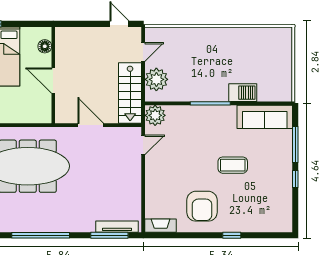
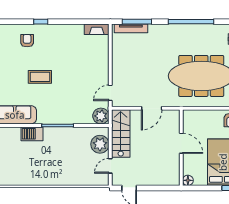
floor lamp: (45, 46) -> (188, 180), moved
door: (91, 125) -> (152, 108), hinge flipped
armchair: (202, 206) -> (27, 41), moved, width x0.53, depth x0.53

